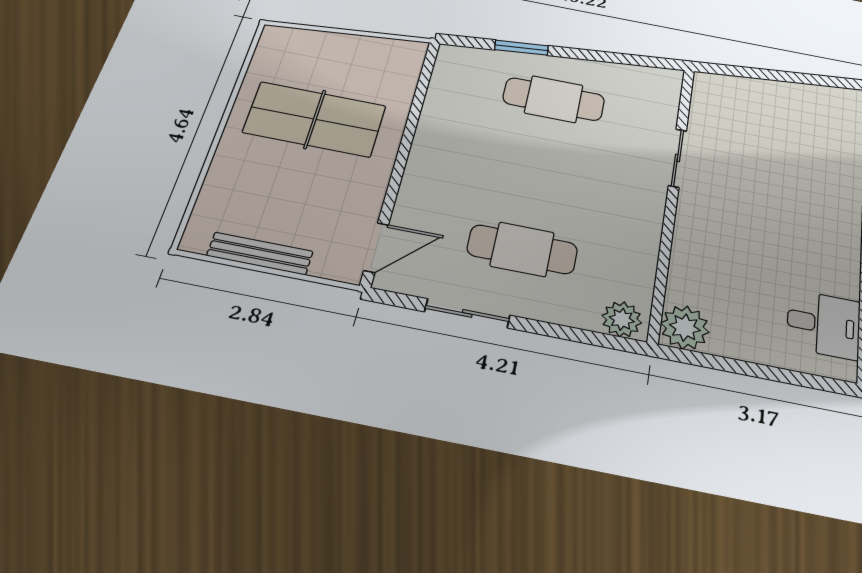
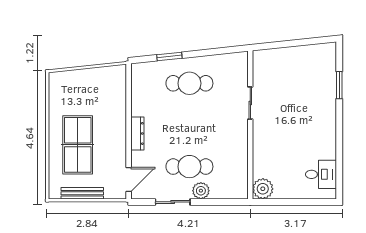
table tennis table: (315, 119) -> (78, 145), moved, turned 90
dresser: (420, 164) -> (137, 133), added
plant: (622, 319) -> (201, 191), moved

